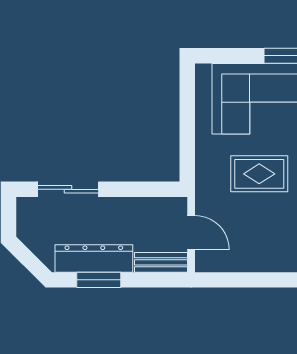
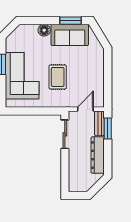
sliding door: (68, 189) -> (65, 134), moved
window: (99, 280) -> (108, 128), moved

